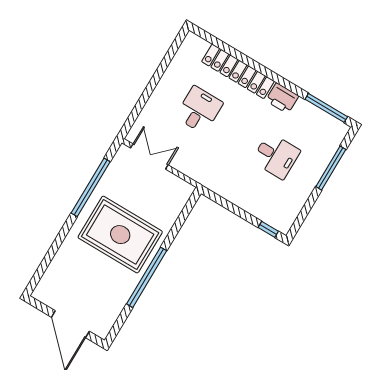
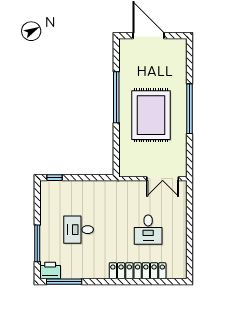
printer: (282, 98) -> (50, 270), moved
window: (91, 187) -> (189, 109), moved
rug: (120, 235) -> (151, 115), turned 90

